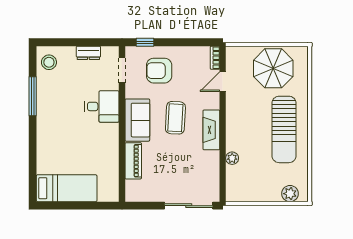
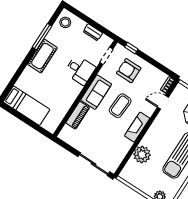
cot: (48, 118) -> (42, 56), added
plant: (232, 158) -> (142, 155), width x1.88, depth x1.88

